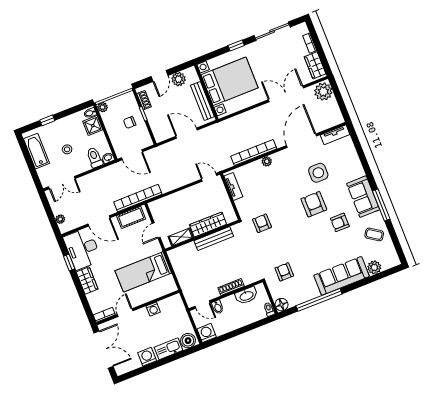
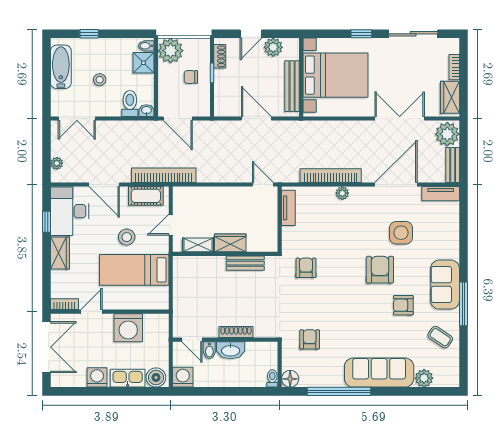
plant: (103, 107) -> (171, 51), width x1.88, depth x1.88
bench: (336, 112) -> (453, 165), added
wardrobe: (208, 225) -> (230, 243), width x0.67
bench: (214, 239) -> (245, 263), width x0.73
stool: (129, 251) -> (127, 237), added
washbasin: (246, 296) -> (231, 350), moved
washing machine: (153, 309) -> (128, 328), width x1.89, depth x1.89

